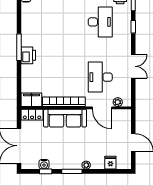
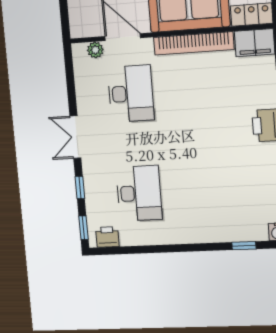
desk: (100, 22) -> (139, 193), turned 180
double door: (133, 66) -> (75, 137), moved

